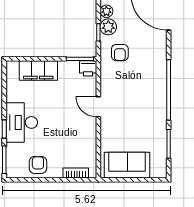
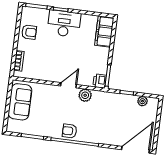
plant: (108, 27) -> (85, 95), moved
armchair: (120, 53) -> (70, 131), moved
filing cabinet: (38, 71) -> (104, 31), moved

